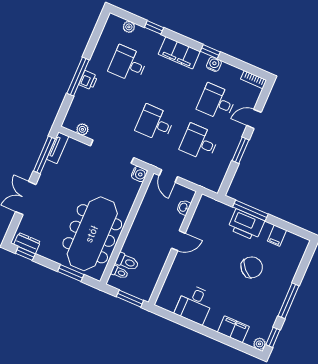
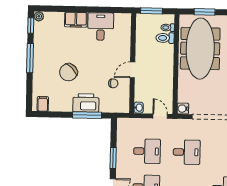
washbasin: (184, 207) -> (139, 108), moved
chair: (206, 234) -> (113, 83), added
filing cabinet: (277, 236) -> (43, 104), moved
filing cabinet: (233, 329) -> (76, 20), moved

